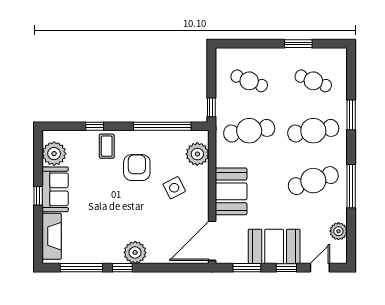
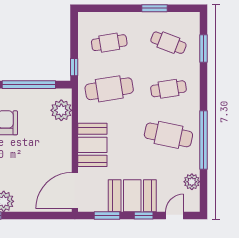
cafe table: (249, 81) -> (109, 43), turned -30
window: (351, 115) -> (204, 48), moved
cafe table: (313, 131) -> (168, 89), width x0.73, depth x0.74
cafe table: (313, 181) -> (168, 135), turned 30
window: (351, 186) -> (204, 140), width x1.46
side table: (174, 188) -> (40, 141), removed

